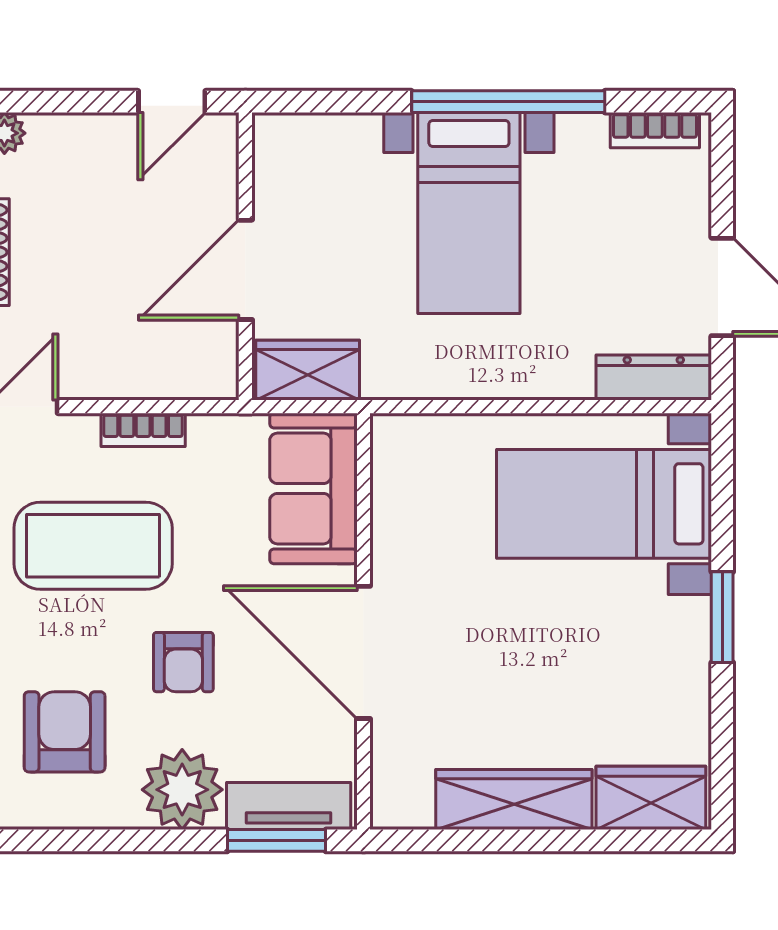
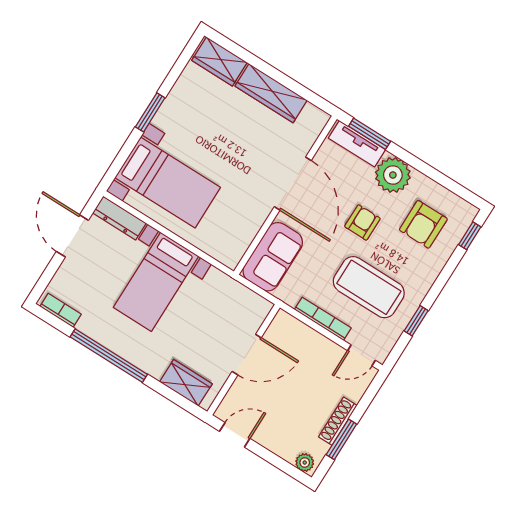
bed with nightstands: (469, 213) -> (156, 282), moved, turned 180
wardrobe: (308, 370) -> (186, 383), moved, turned 180
bookcase: (143, 430) -> (323, 319), width x1.56

